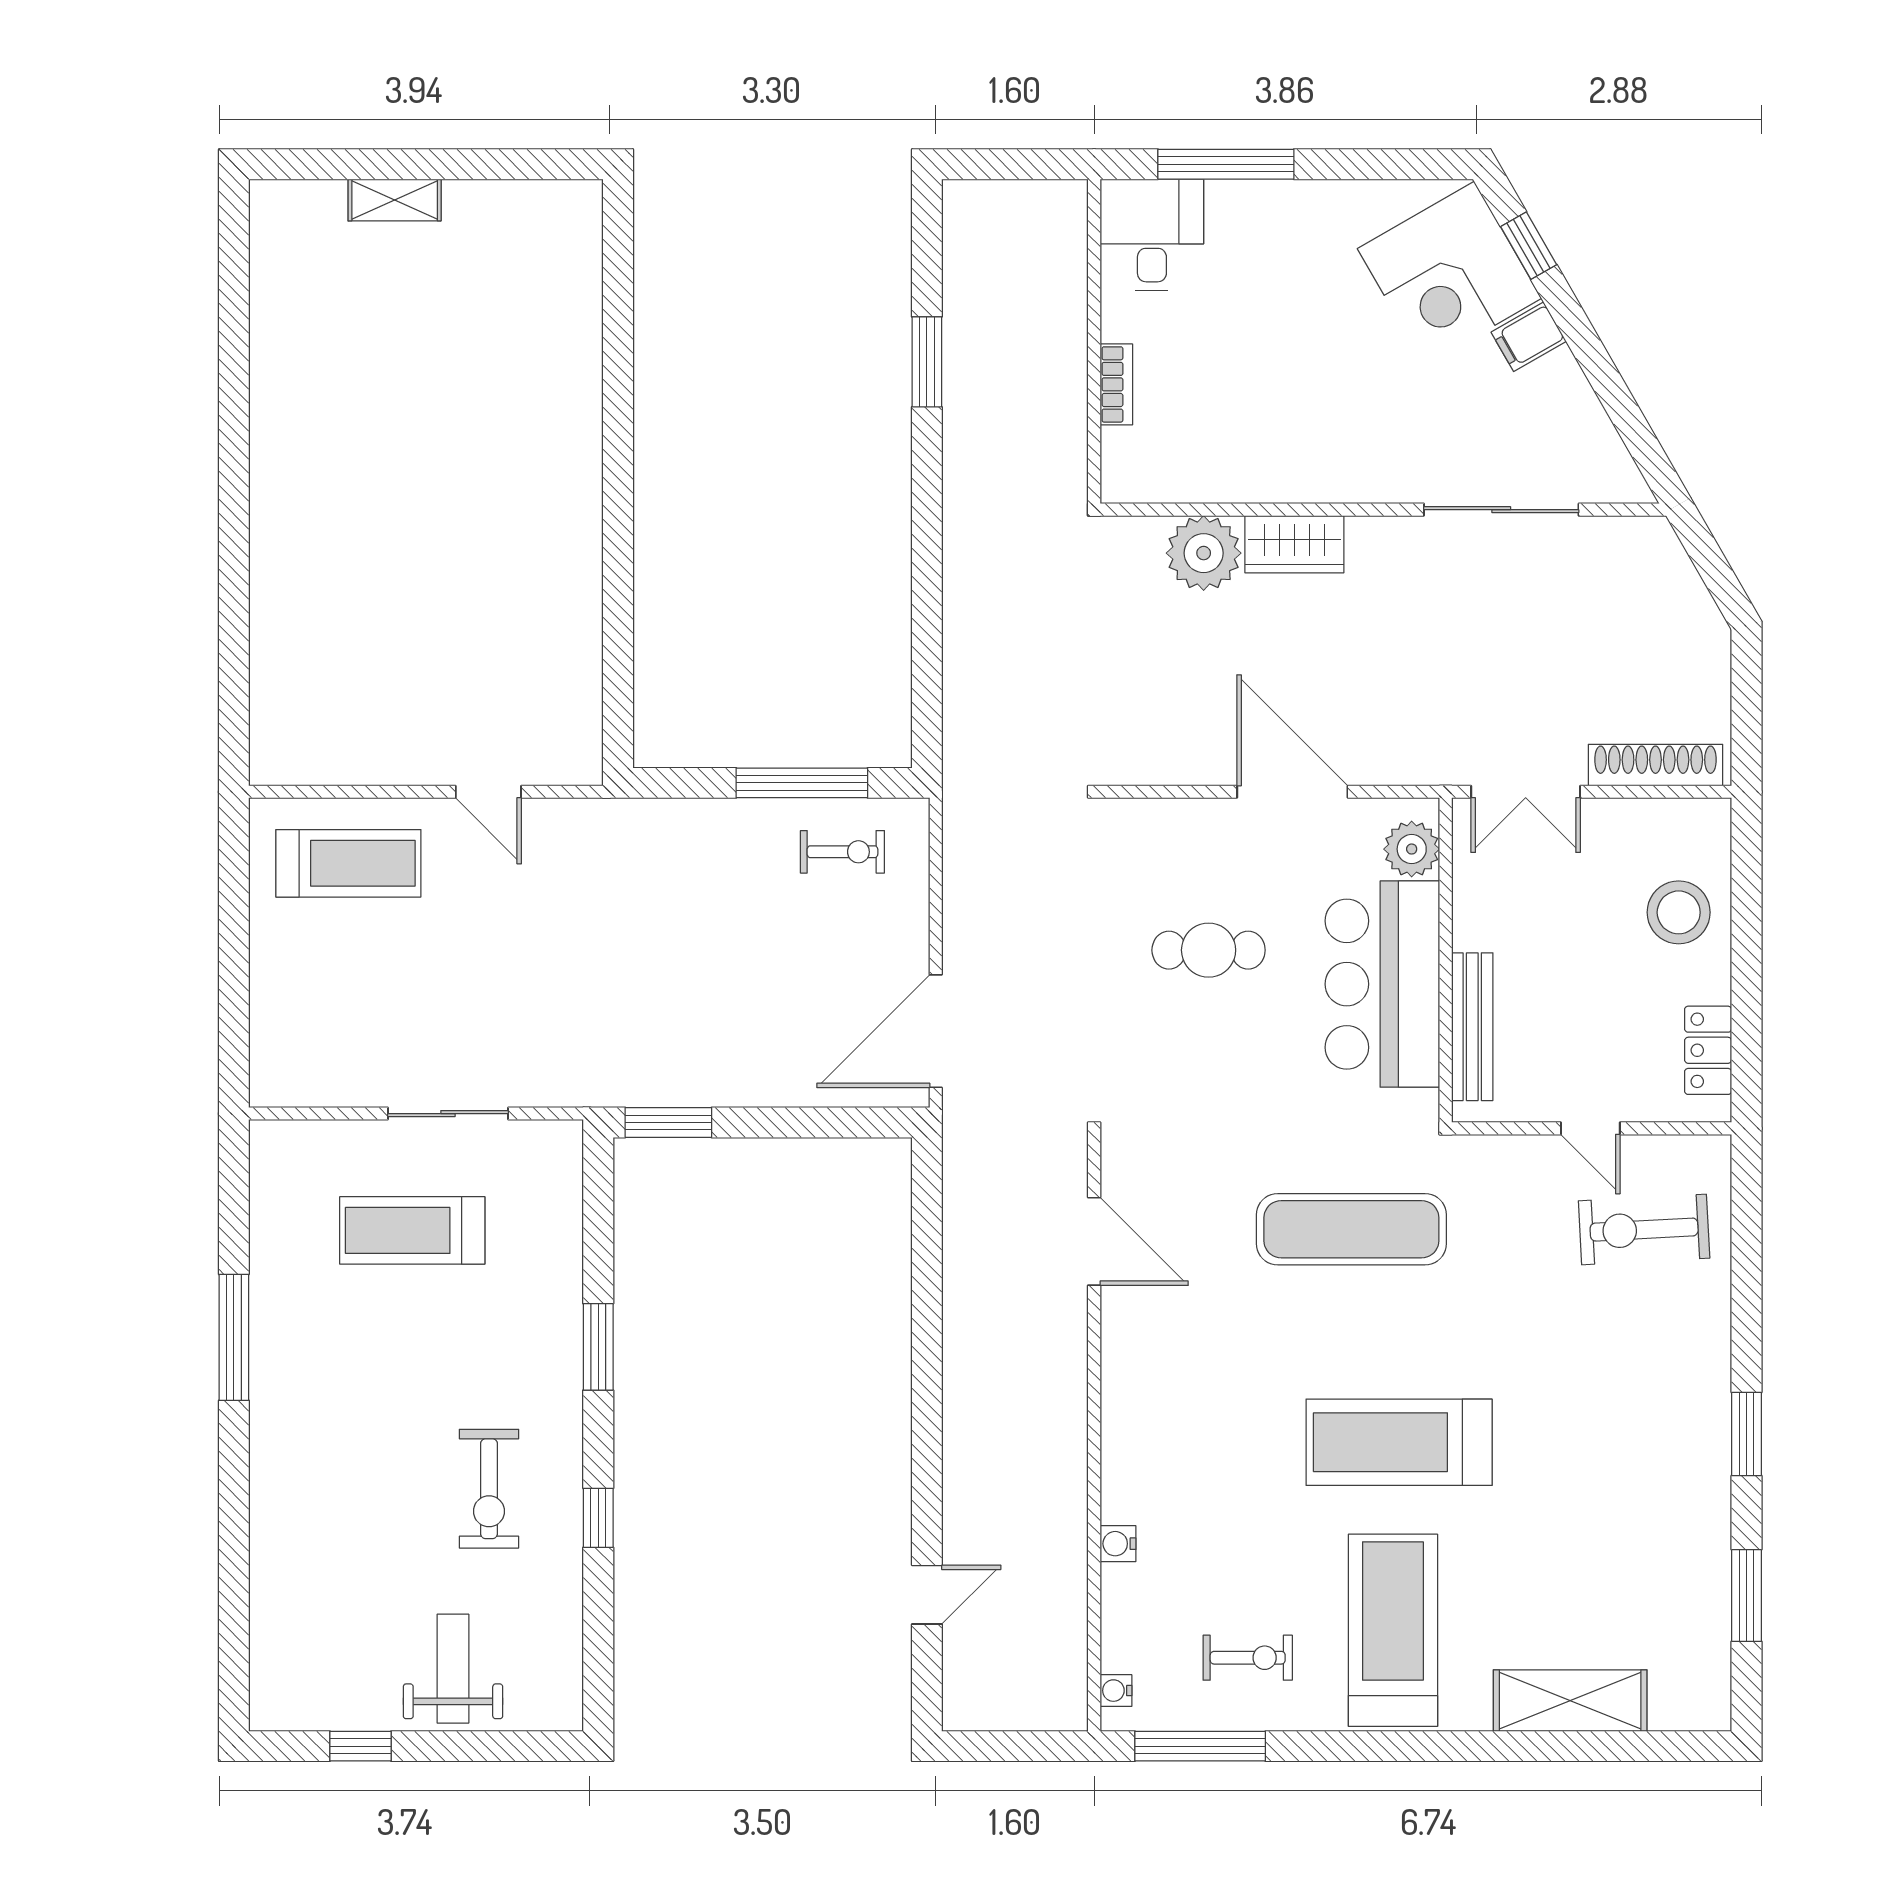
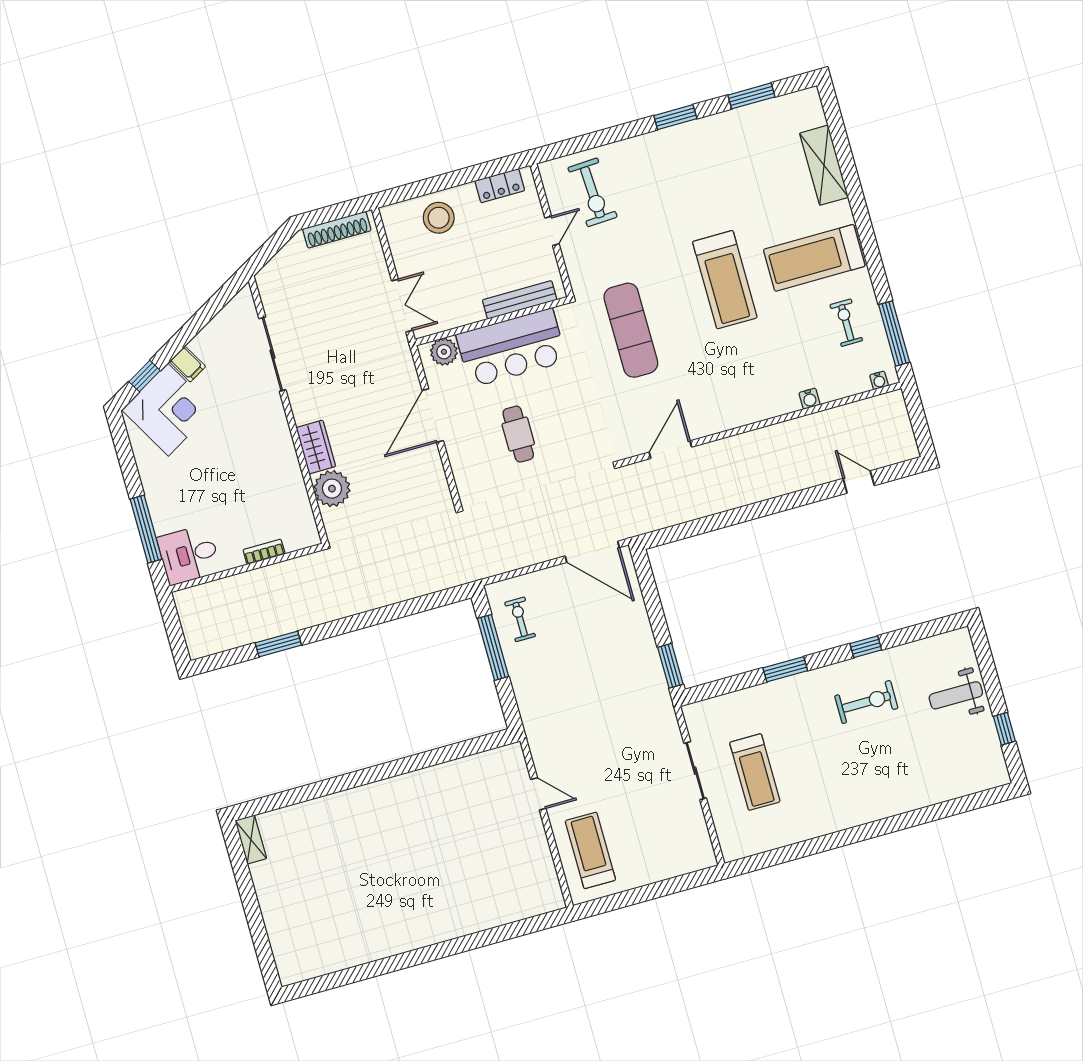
shelving: (395, 200) -> (251, 840), moved
shoe rack: (1656, 765) -> (337, 230), moved, turned -90
door: (488, 792) -> (538, 794), hinge flipped
window: (234, 1337) -> (829, 842), removed

